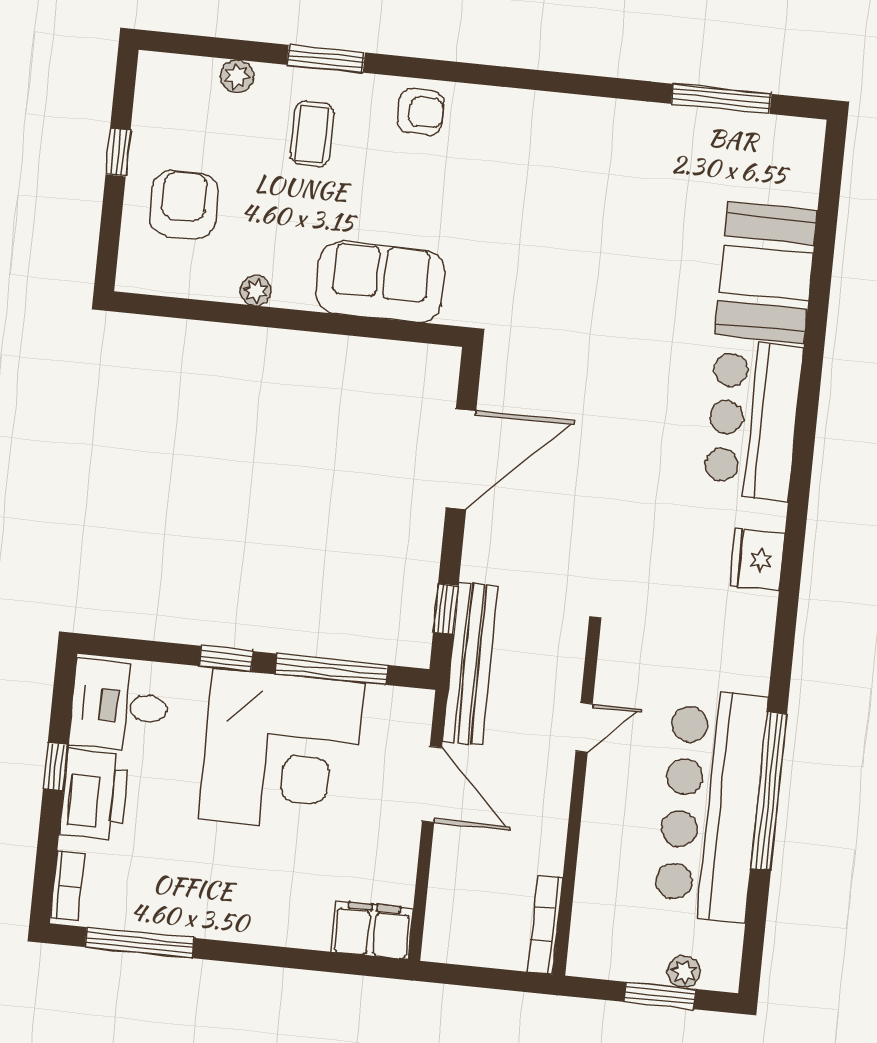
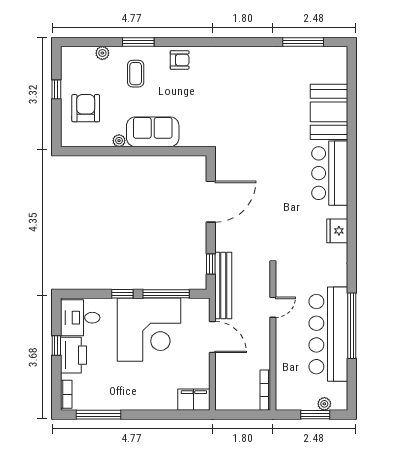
sofa: (380, 282) -> (153, 132), moved

